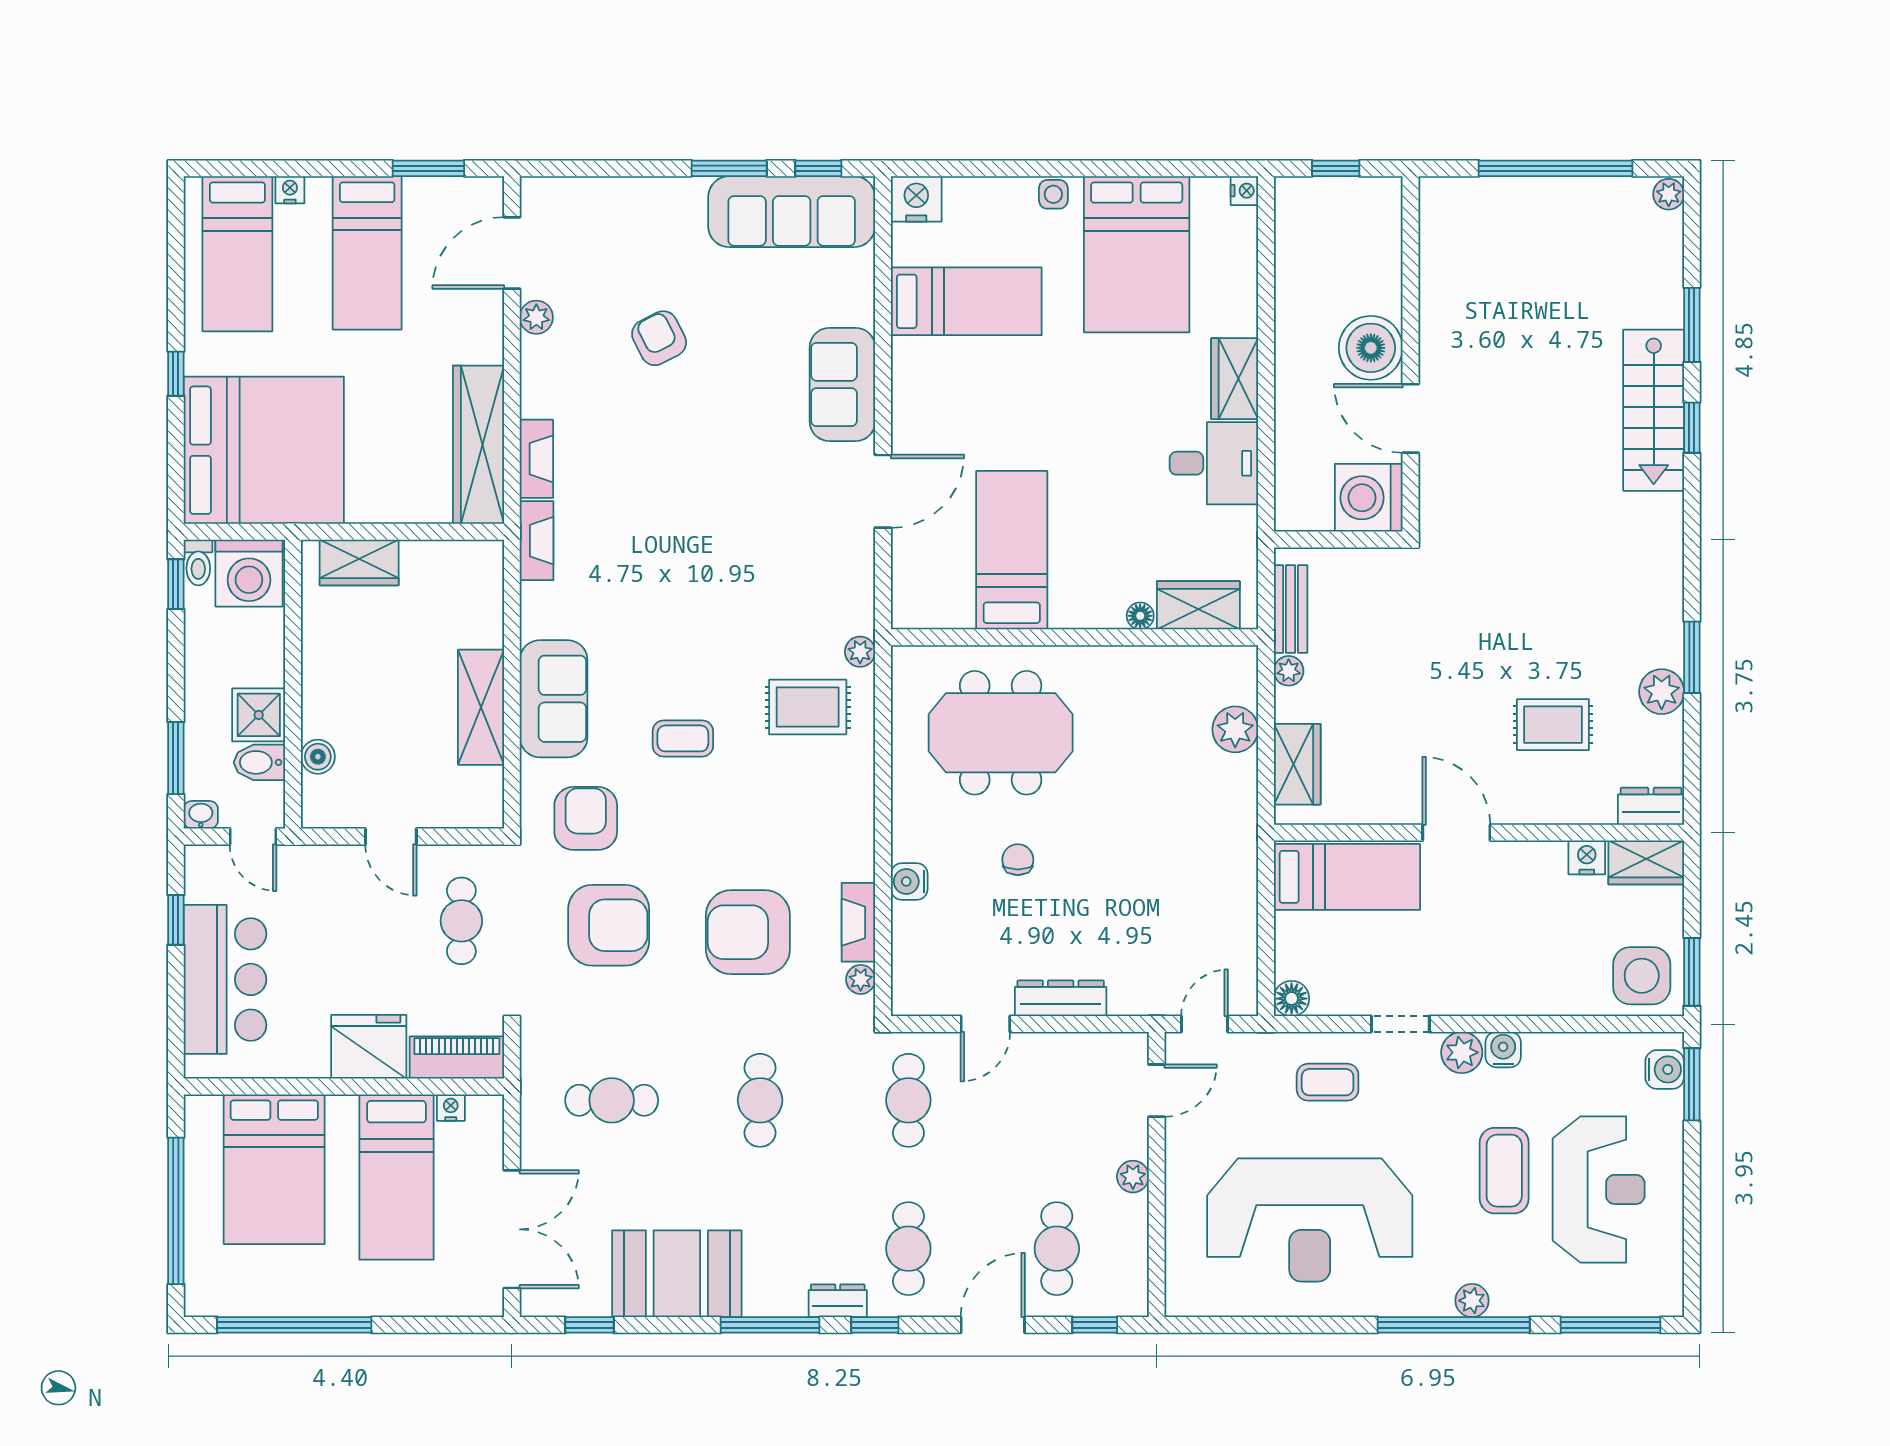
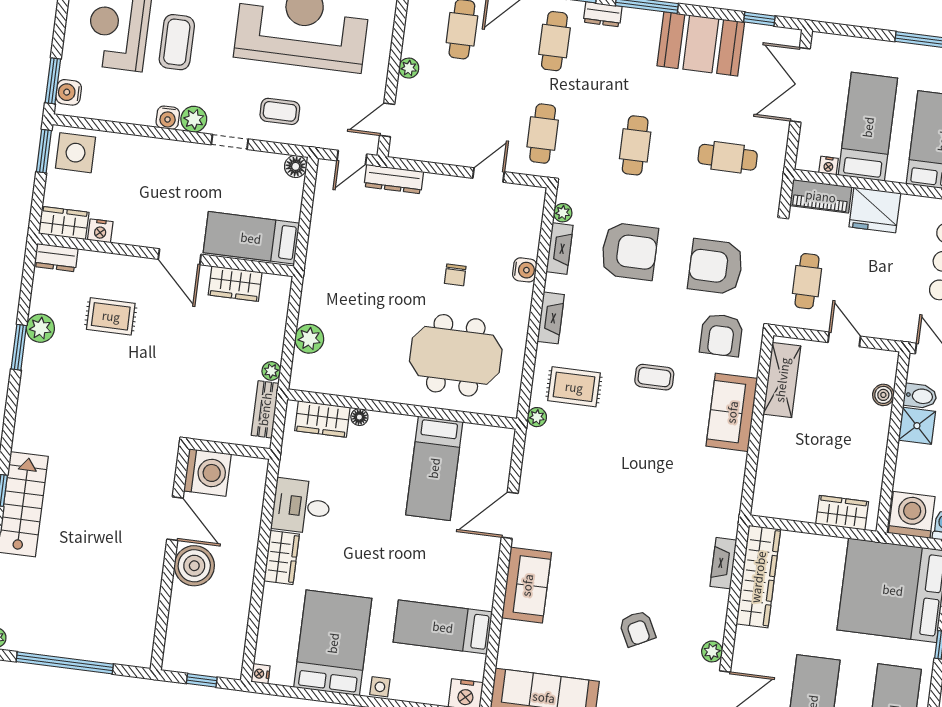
fireplace: (537, 541) -> (551, 318), moved, turned 180
shelving: (481, 707) -> (782, 380), moved
wardrobe: (1297, 764) -> (235, 284), moved, turned -90
dresser: (1061, 998) -> (394, 179), moved

